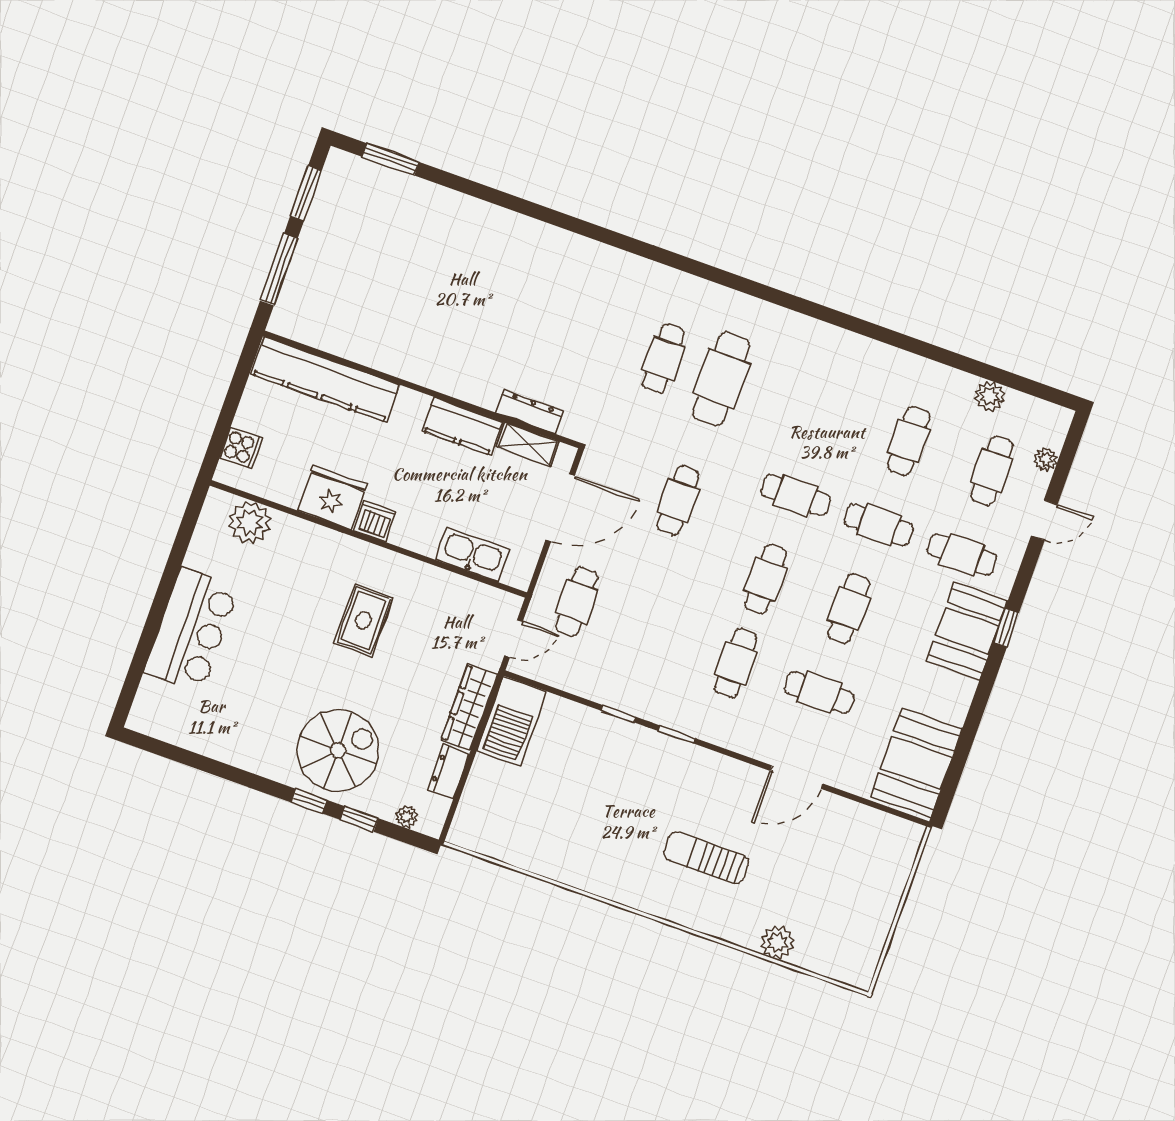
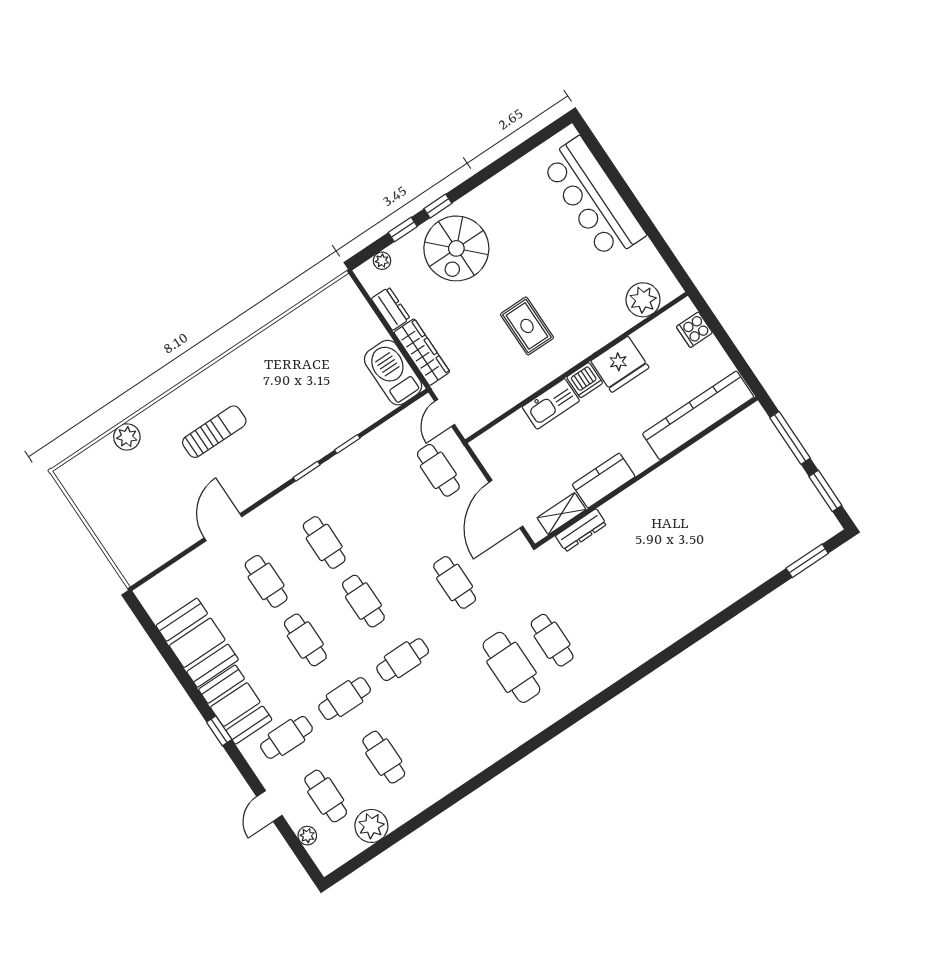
plant: (990, 396) -> (371, 826), width x1.36, depth x1.36
kitchen sink: (472, 555) -> (551, 404), moved
bar counter: (191, 630) -> (593, 199), width x1.36
cafe table: (819, 693) -> (266, 581), turned 90
booth: (917, 763) -> (197, 643), moved

